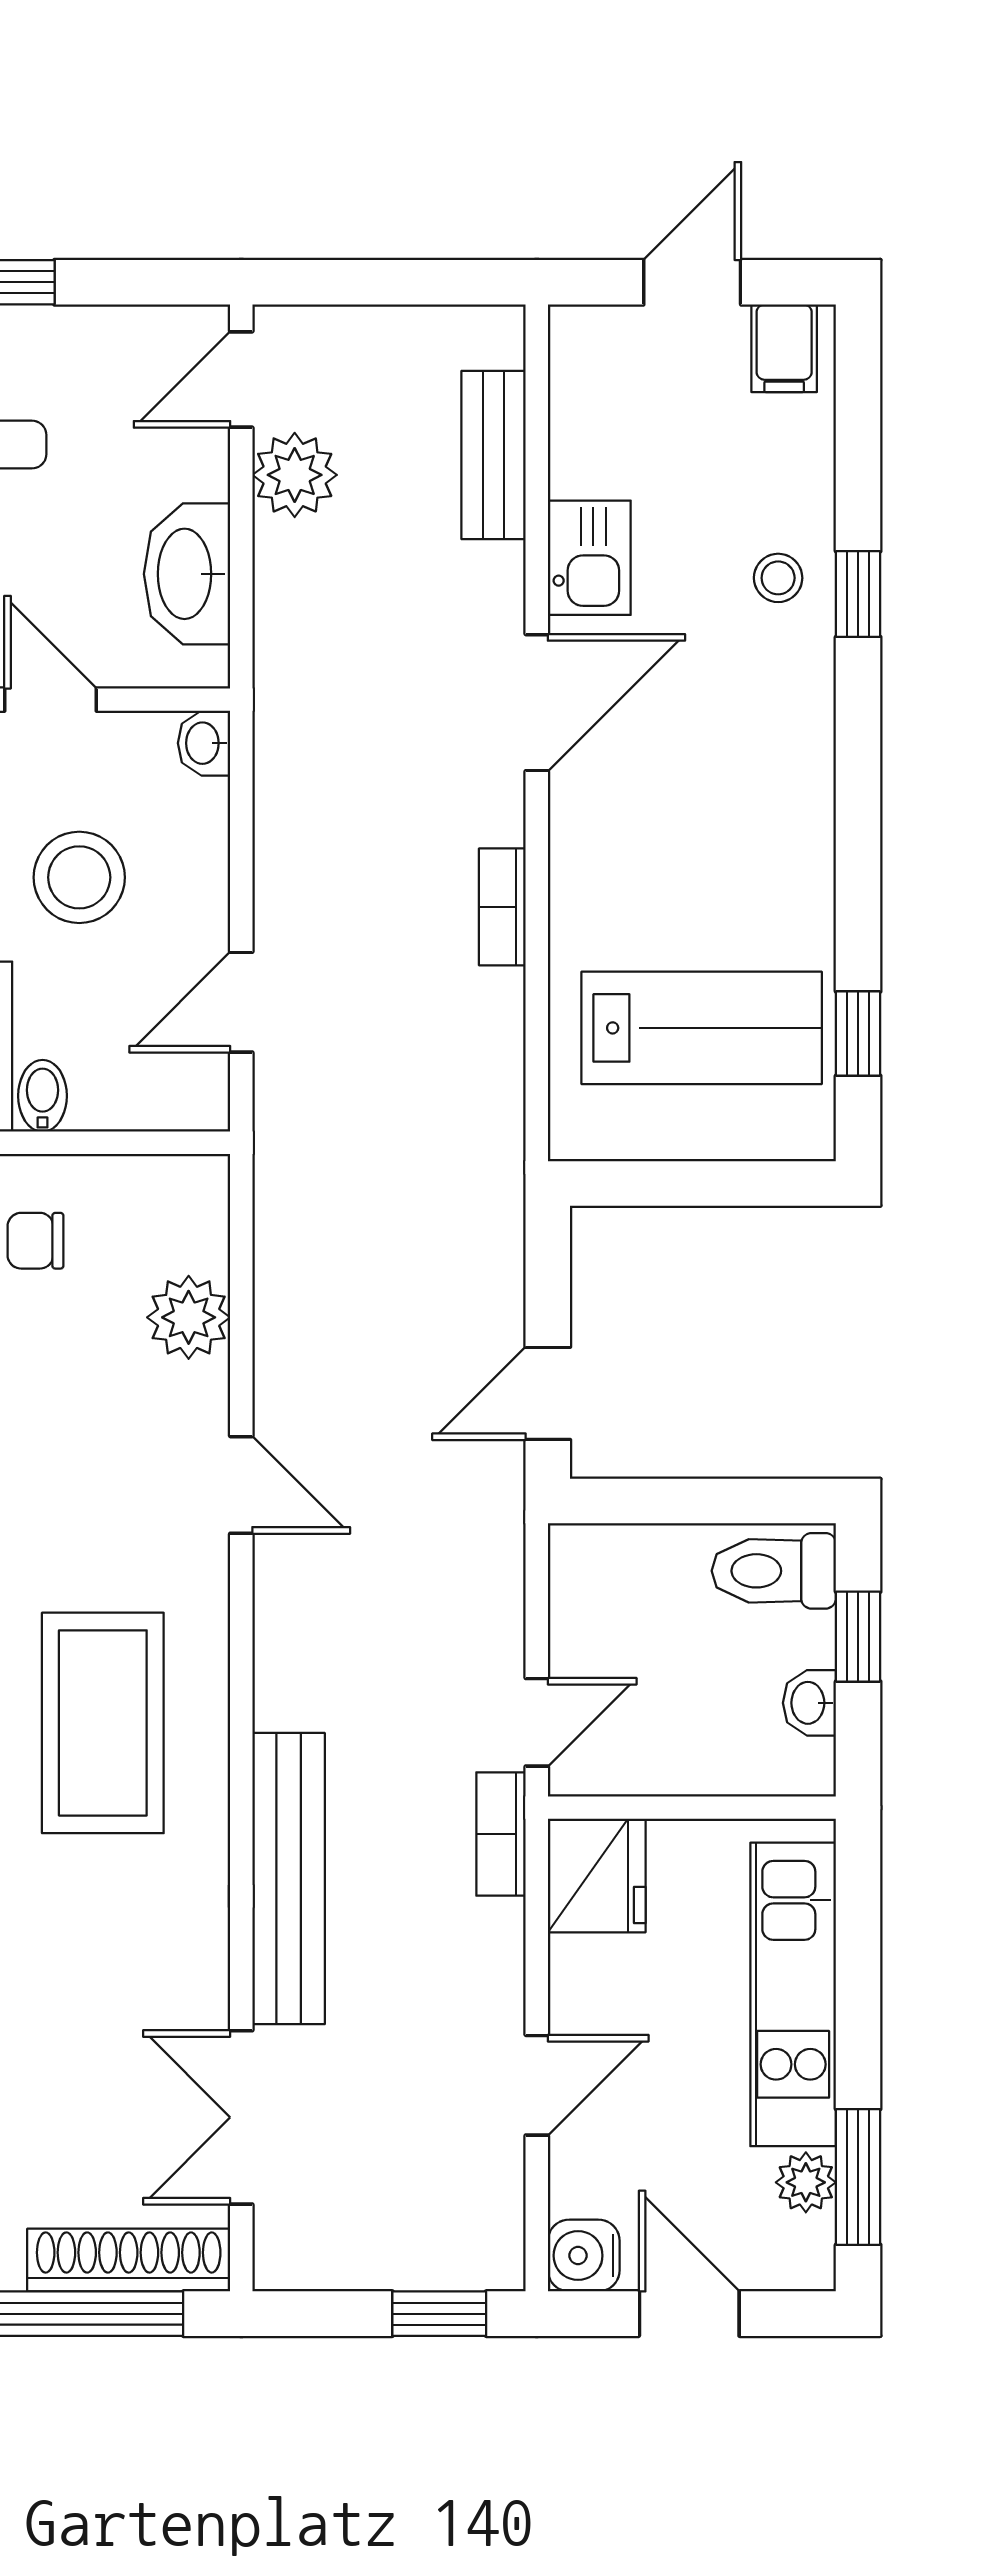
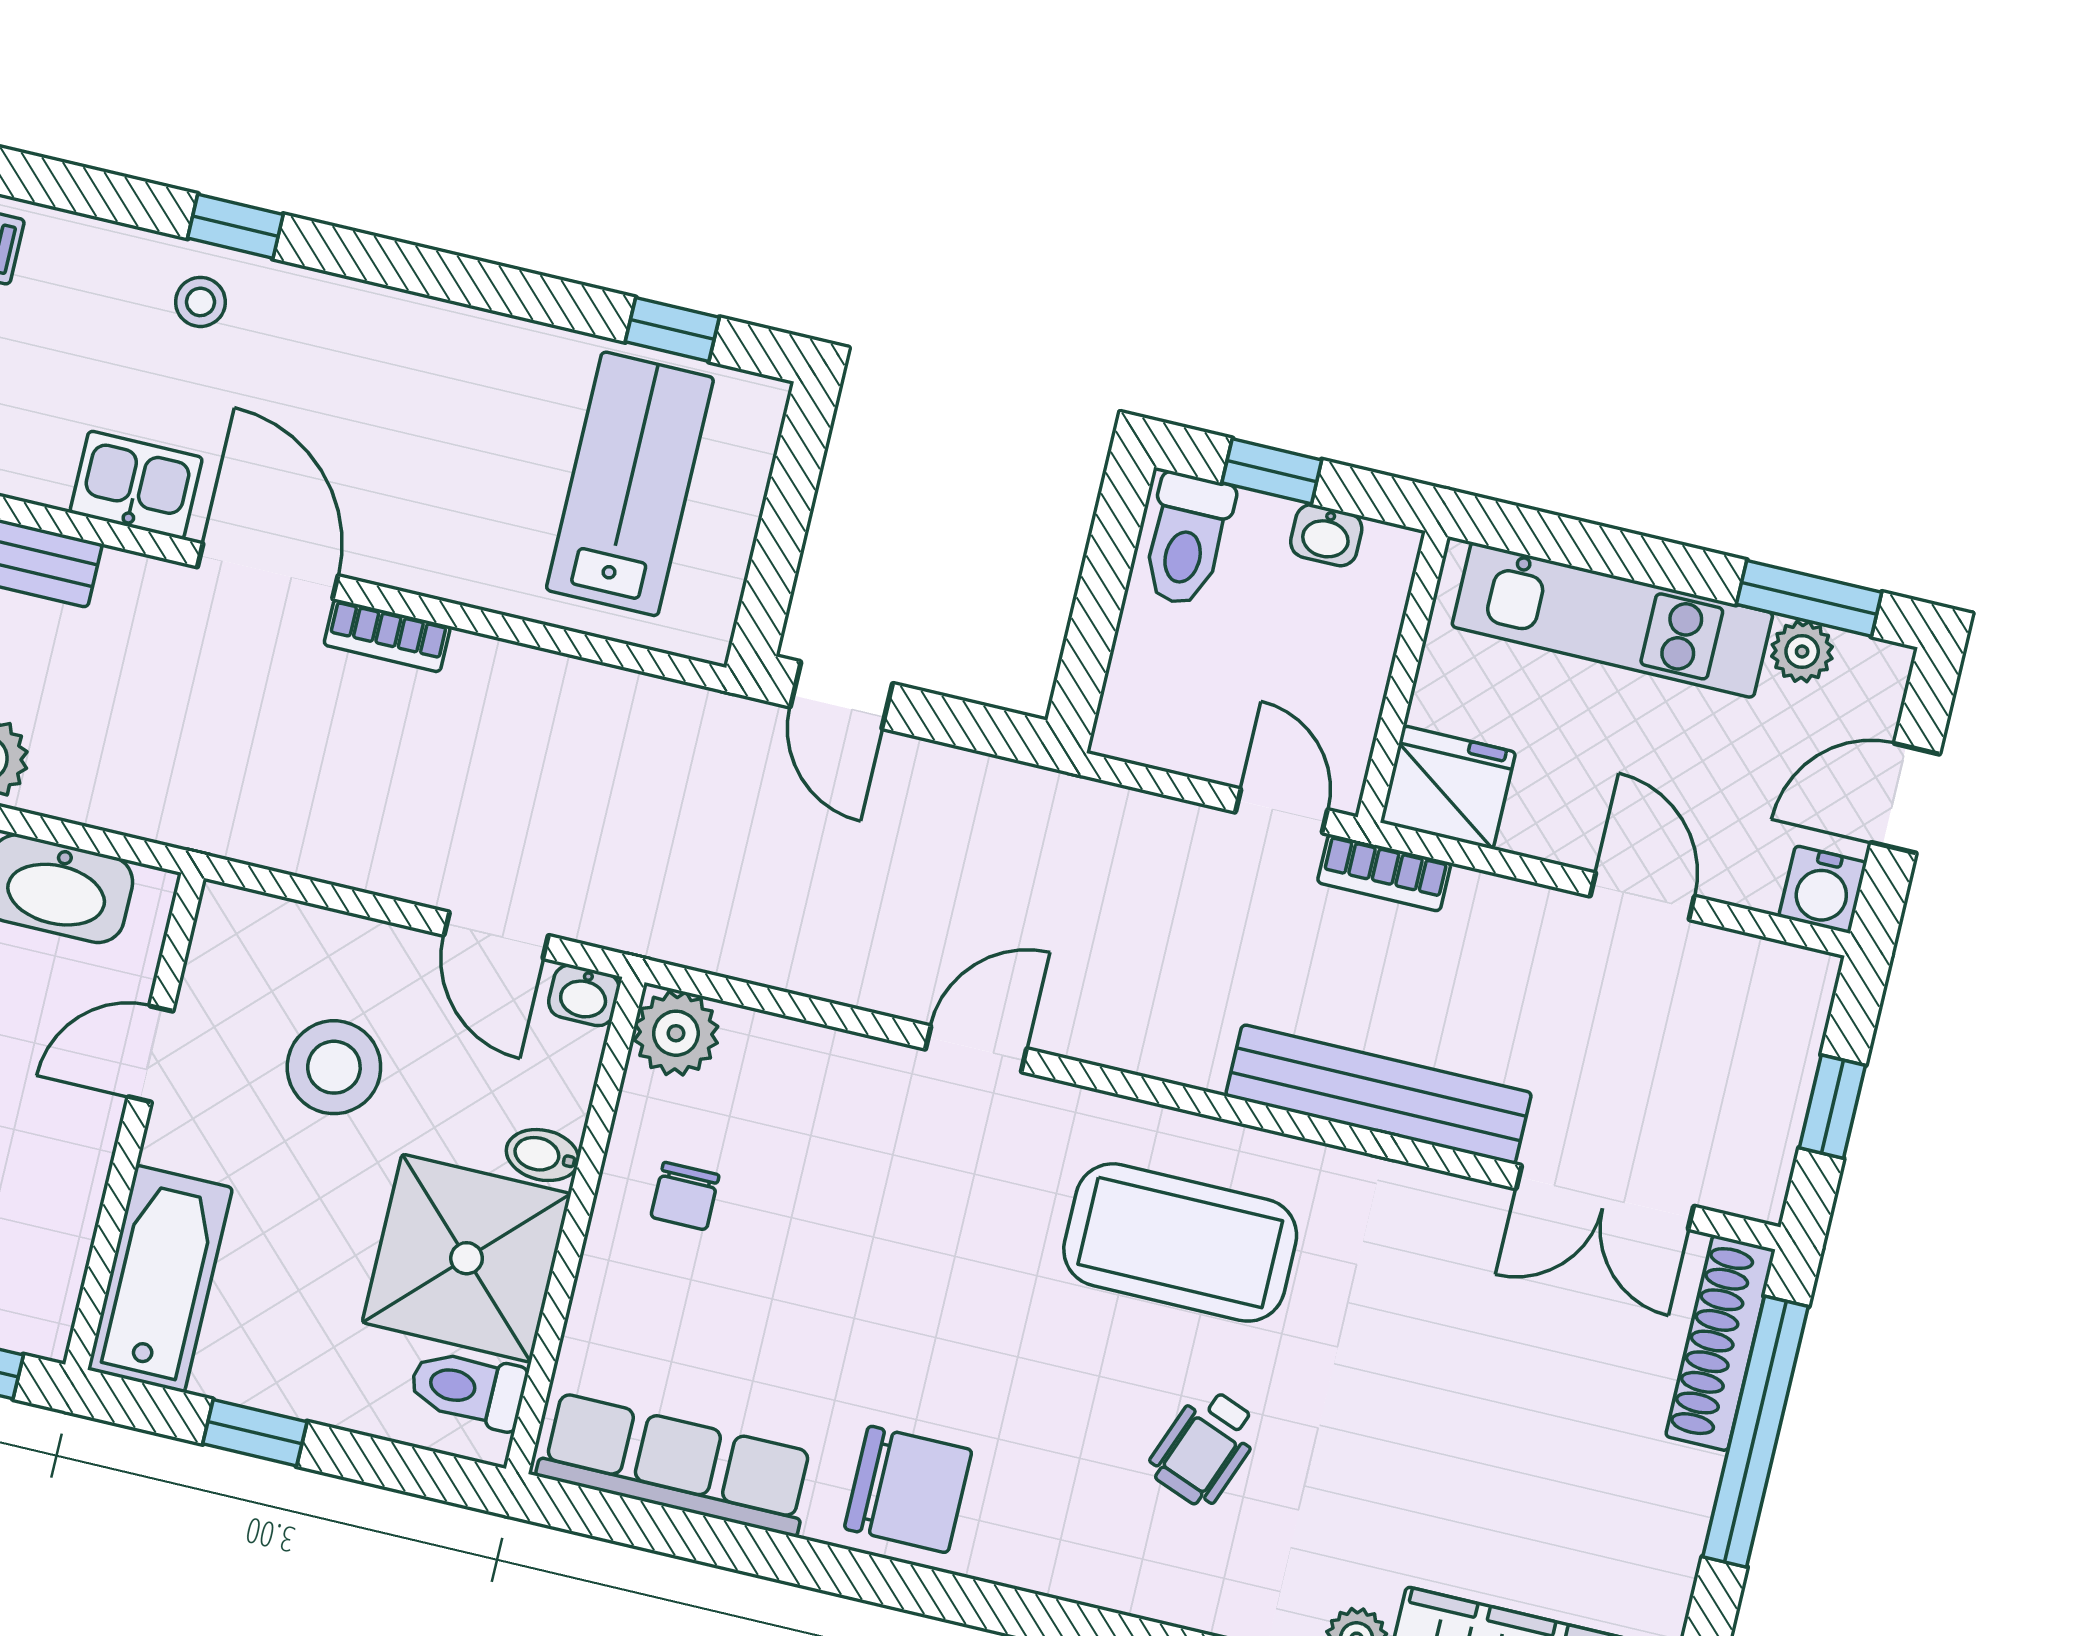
washbasin: (204, 743) -> (584, 995), moved
bookcase: (502, 907) -> (387, 636), moved
plant: (189, 1317) -> (676, 1033), moved
door: (548, 1393) -> (841, 695), moved
window: (439, 2314) -> (1832, 1107), moved

